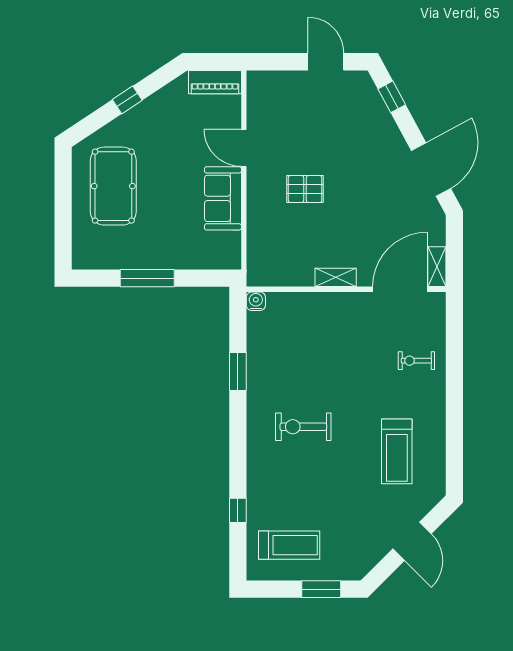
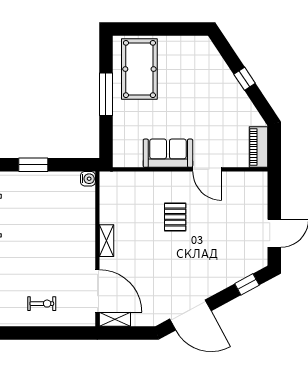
door: (244, 148) -> (207, 169), swing flipped
pool table: (113, 186) -> (139, 69), moved, turned 90
exercise bike: (416, 361) -> (42, 304), turned 90

